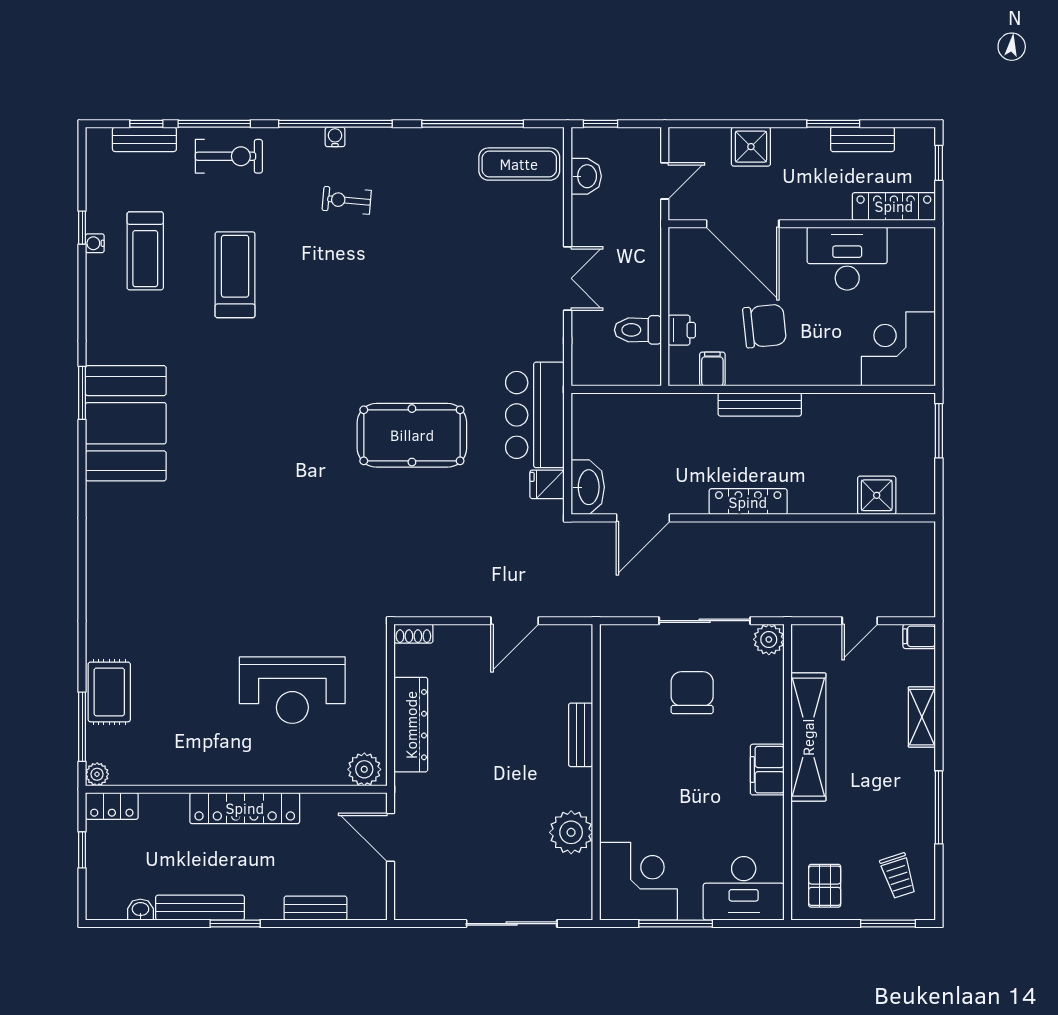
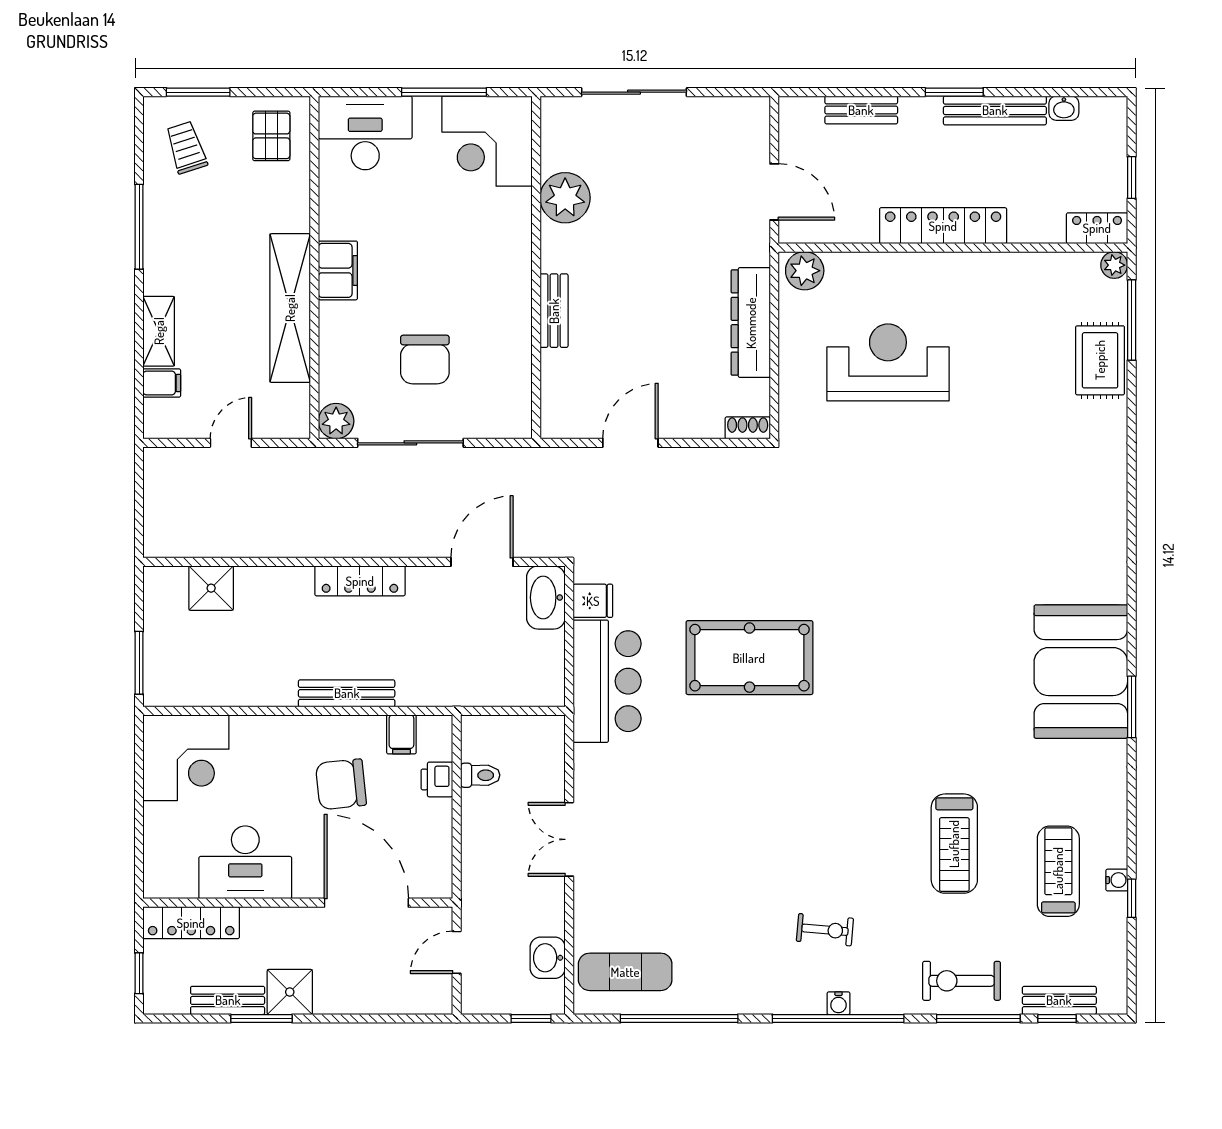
shower: (751, 147) -> (290, 992), moved
toilet: (638, 330) -> (480, 775), width x0.73, depth x0.72
filing cabinet: (919, 636) -> (162, 383), moved

